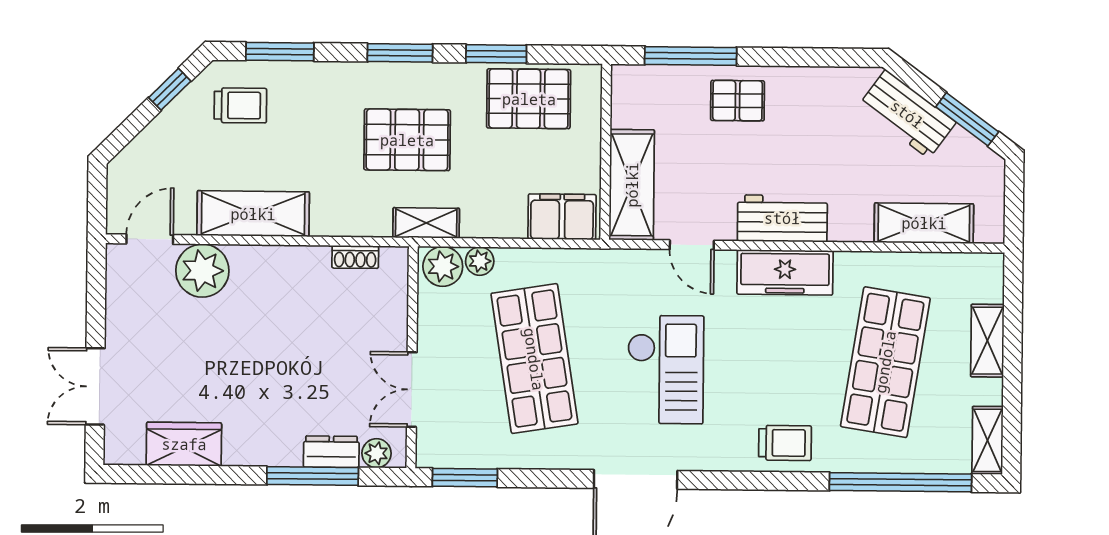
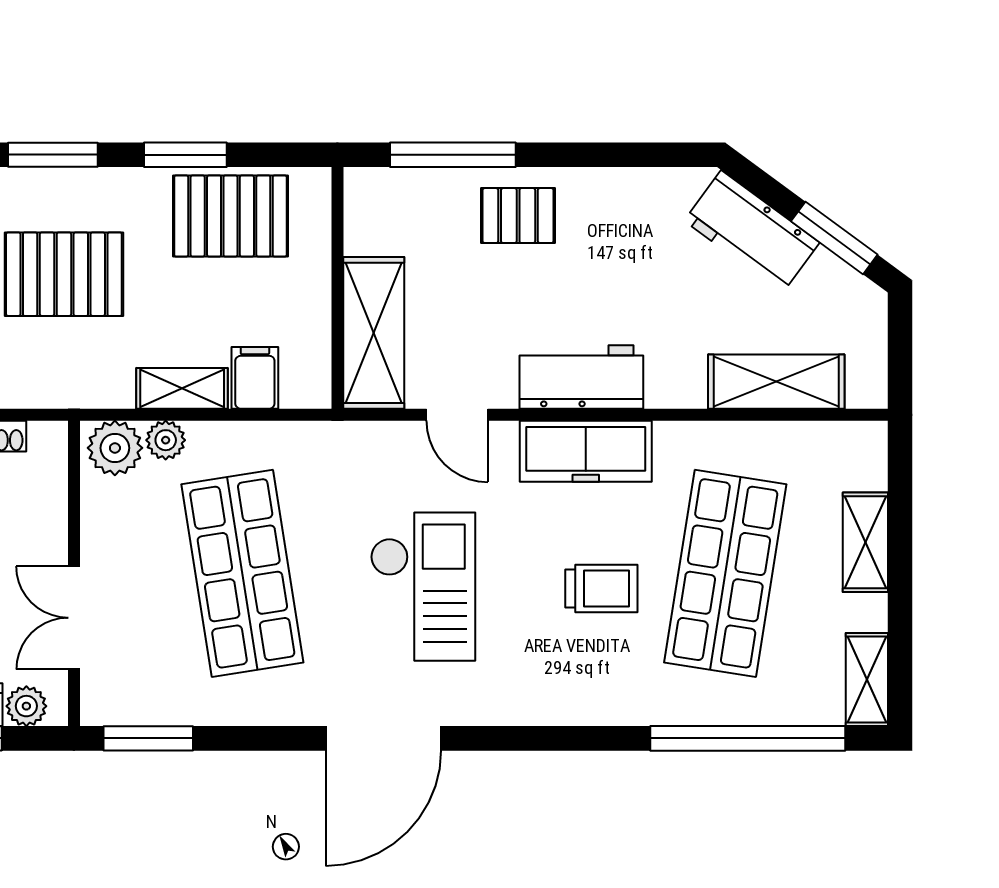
filing cabinet: (562, 217) -> (255, 378), width x0.50
shelving: (426, 223) -> (182, 388), moved
trolley: (785, 443) -> (601, 588), moved

